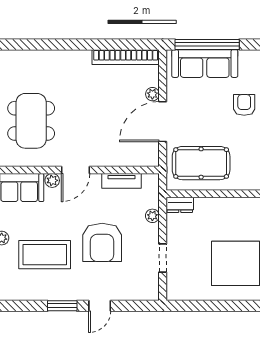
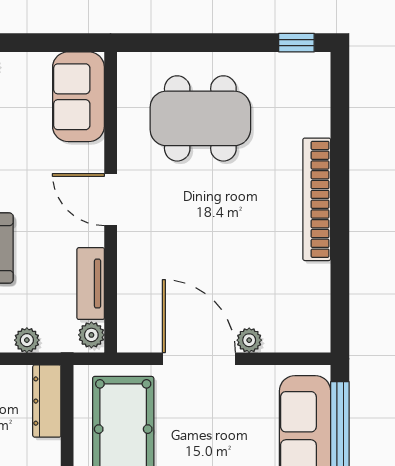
bookcase: (126, 57) -> (317, 199), moved
plant: (52, 180) -> (91, 335), moved
dresser: (180, 205) -> (47, 401), width x1.44

